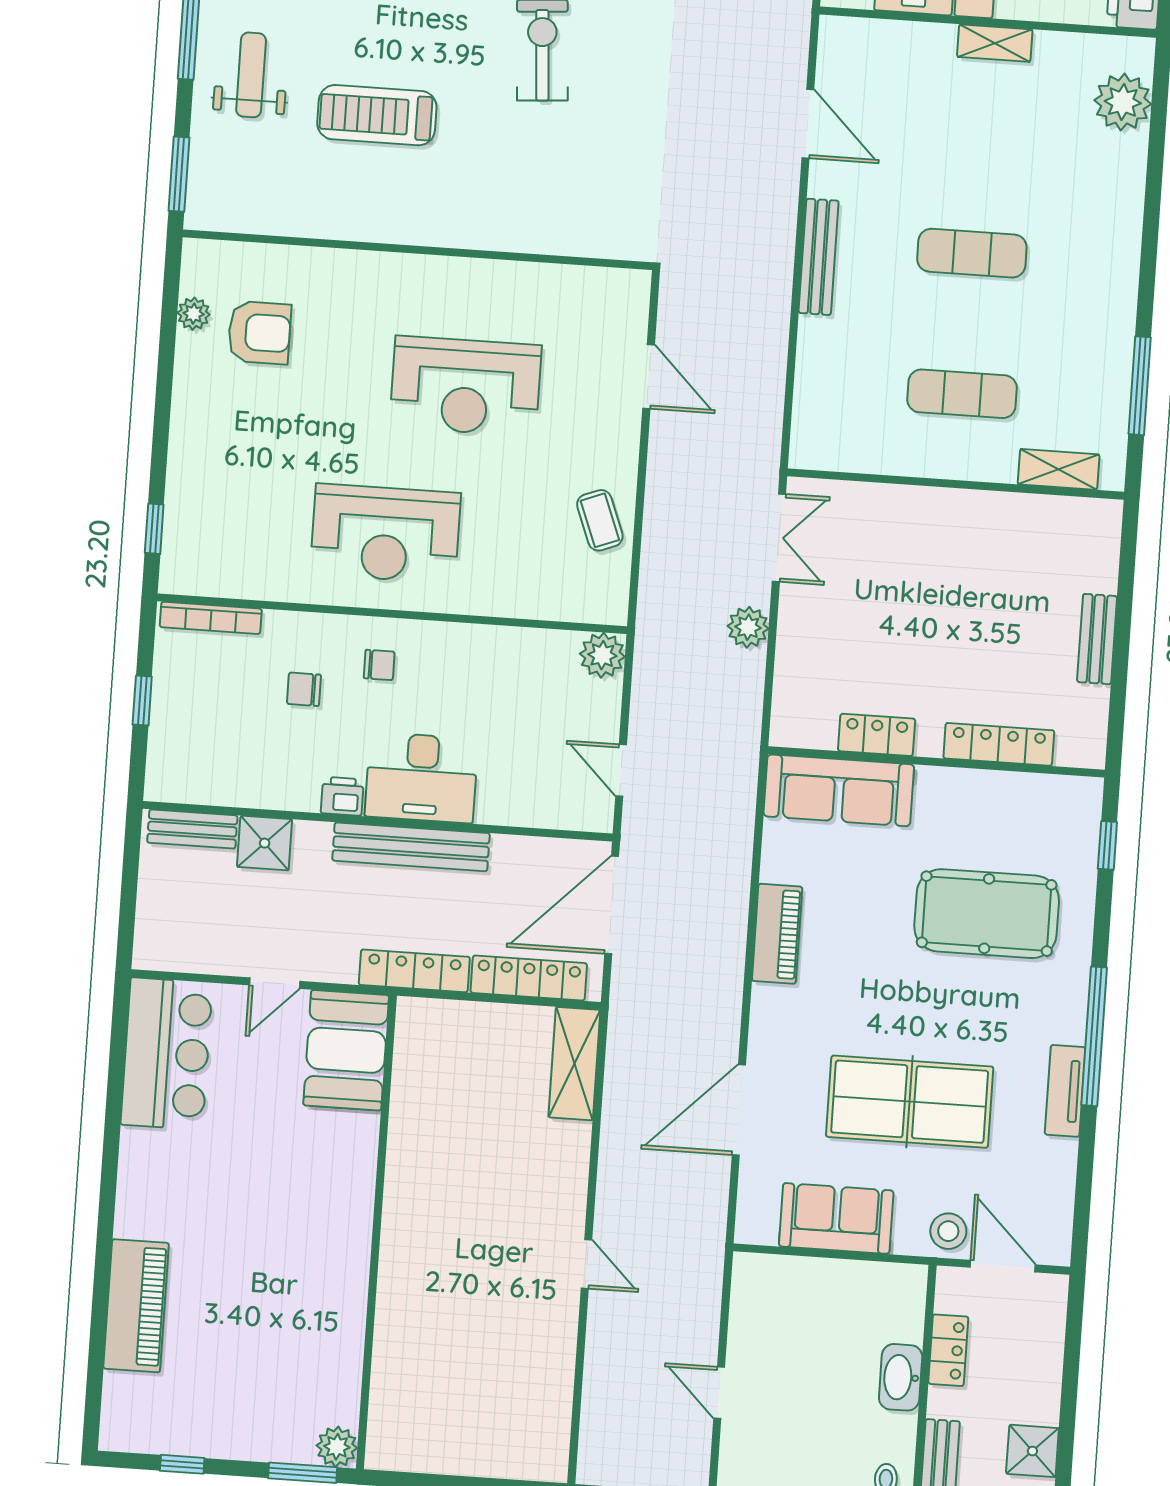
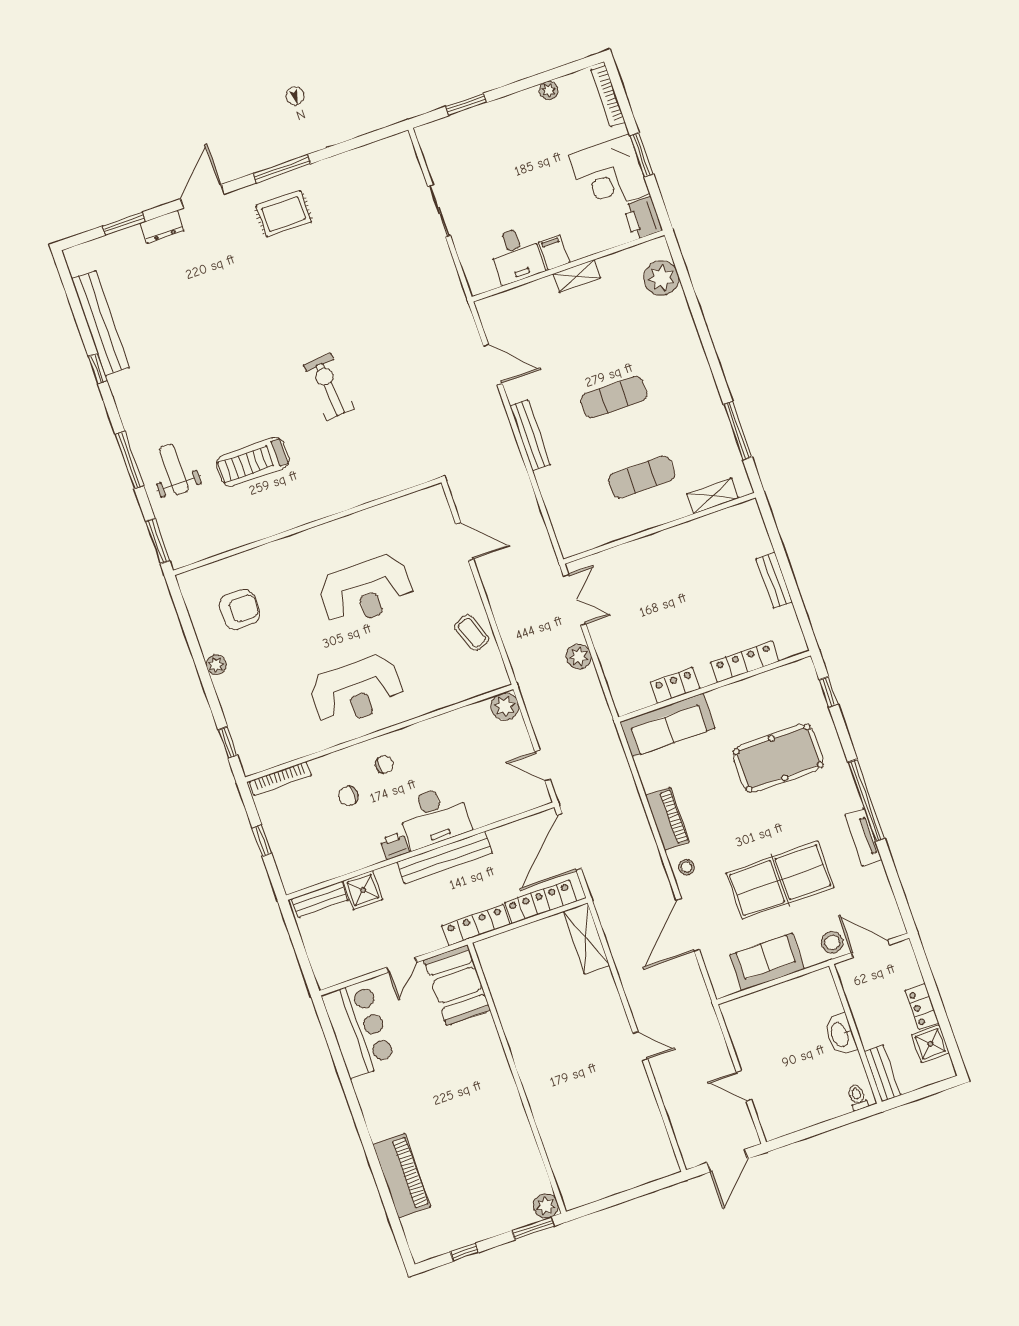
plant: (194, 314) -> (216, 665), moved
stool: (775, 1020) -> (687, 867), added
locker: (948, 1350) -> (922, 1007), moved, turned 180

